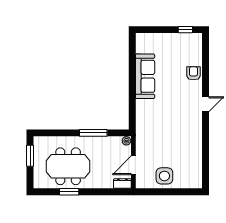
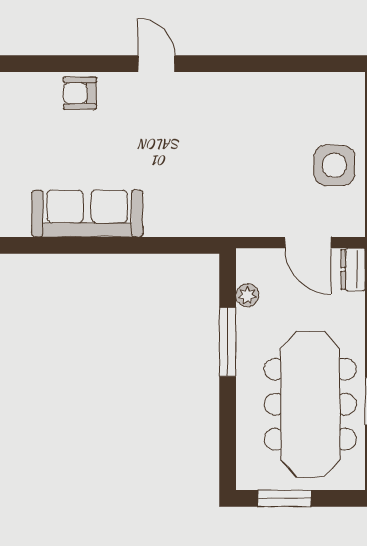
plant: (126, 141) -> (247, 295), moved
meeting table: (68, 166) -> (310, 404), width x1.36

